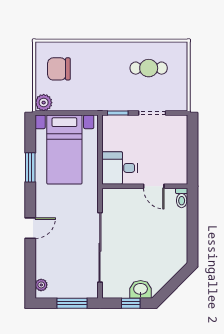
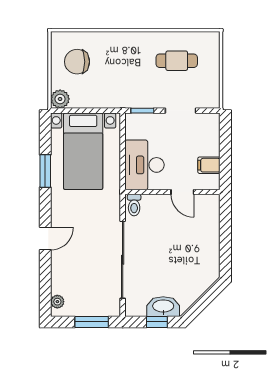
filing cabinet: (178, 162) -> (209, 165), added
desk: (120, 168) -> (144, 165), width x1.37
toilet: (182, 198) -> (134, 205), moved
washbasin: (141, 289) -> (163, 307), width x1.38

